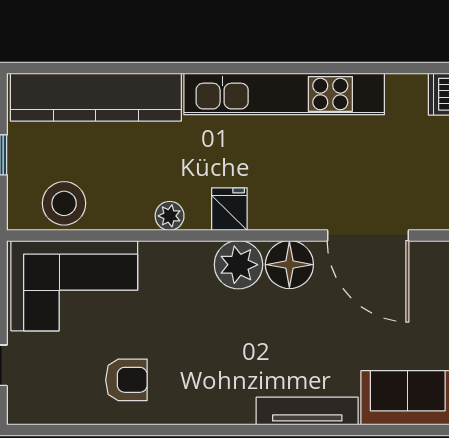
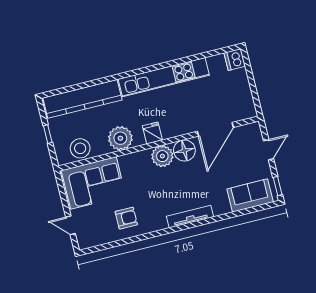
plant: (170, 216) -> (120, 138), width x1.87, depth x1.87
door: (368, 235) -> (215, 129), hinge flipped
tv unit: (307, 411) -> (190, 217), moved

